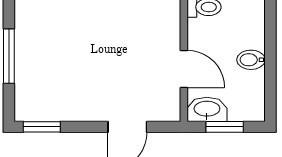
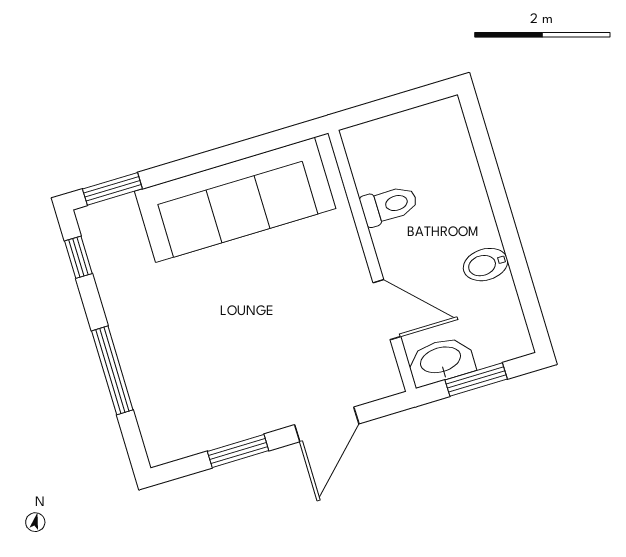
window: (42, 127) -> (238, 451), moved

